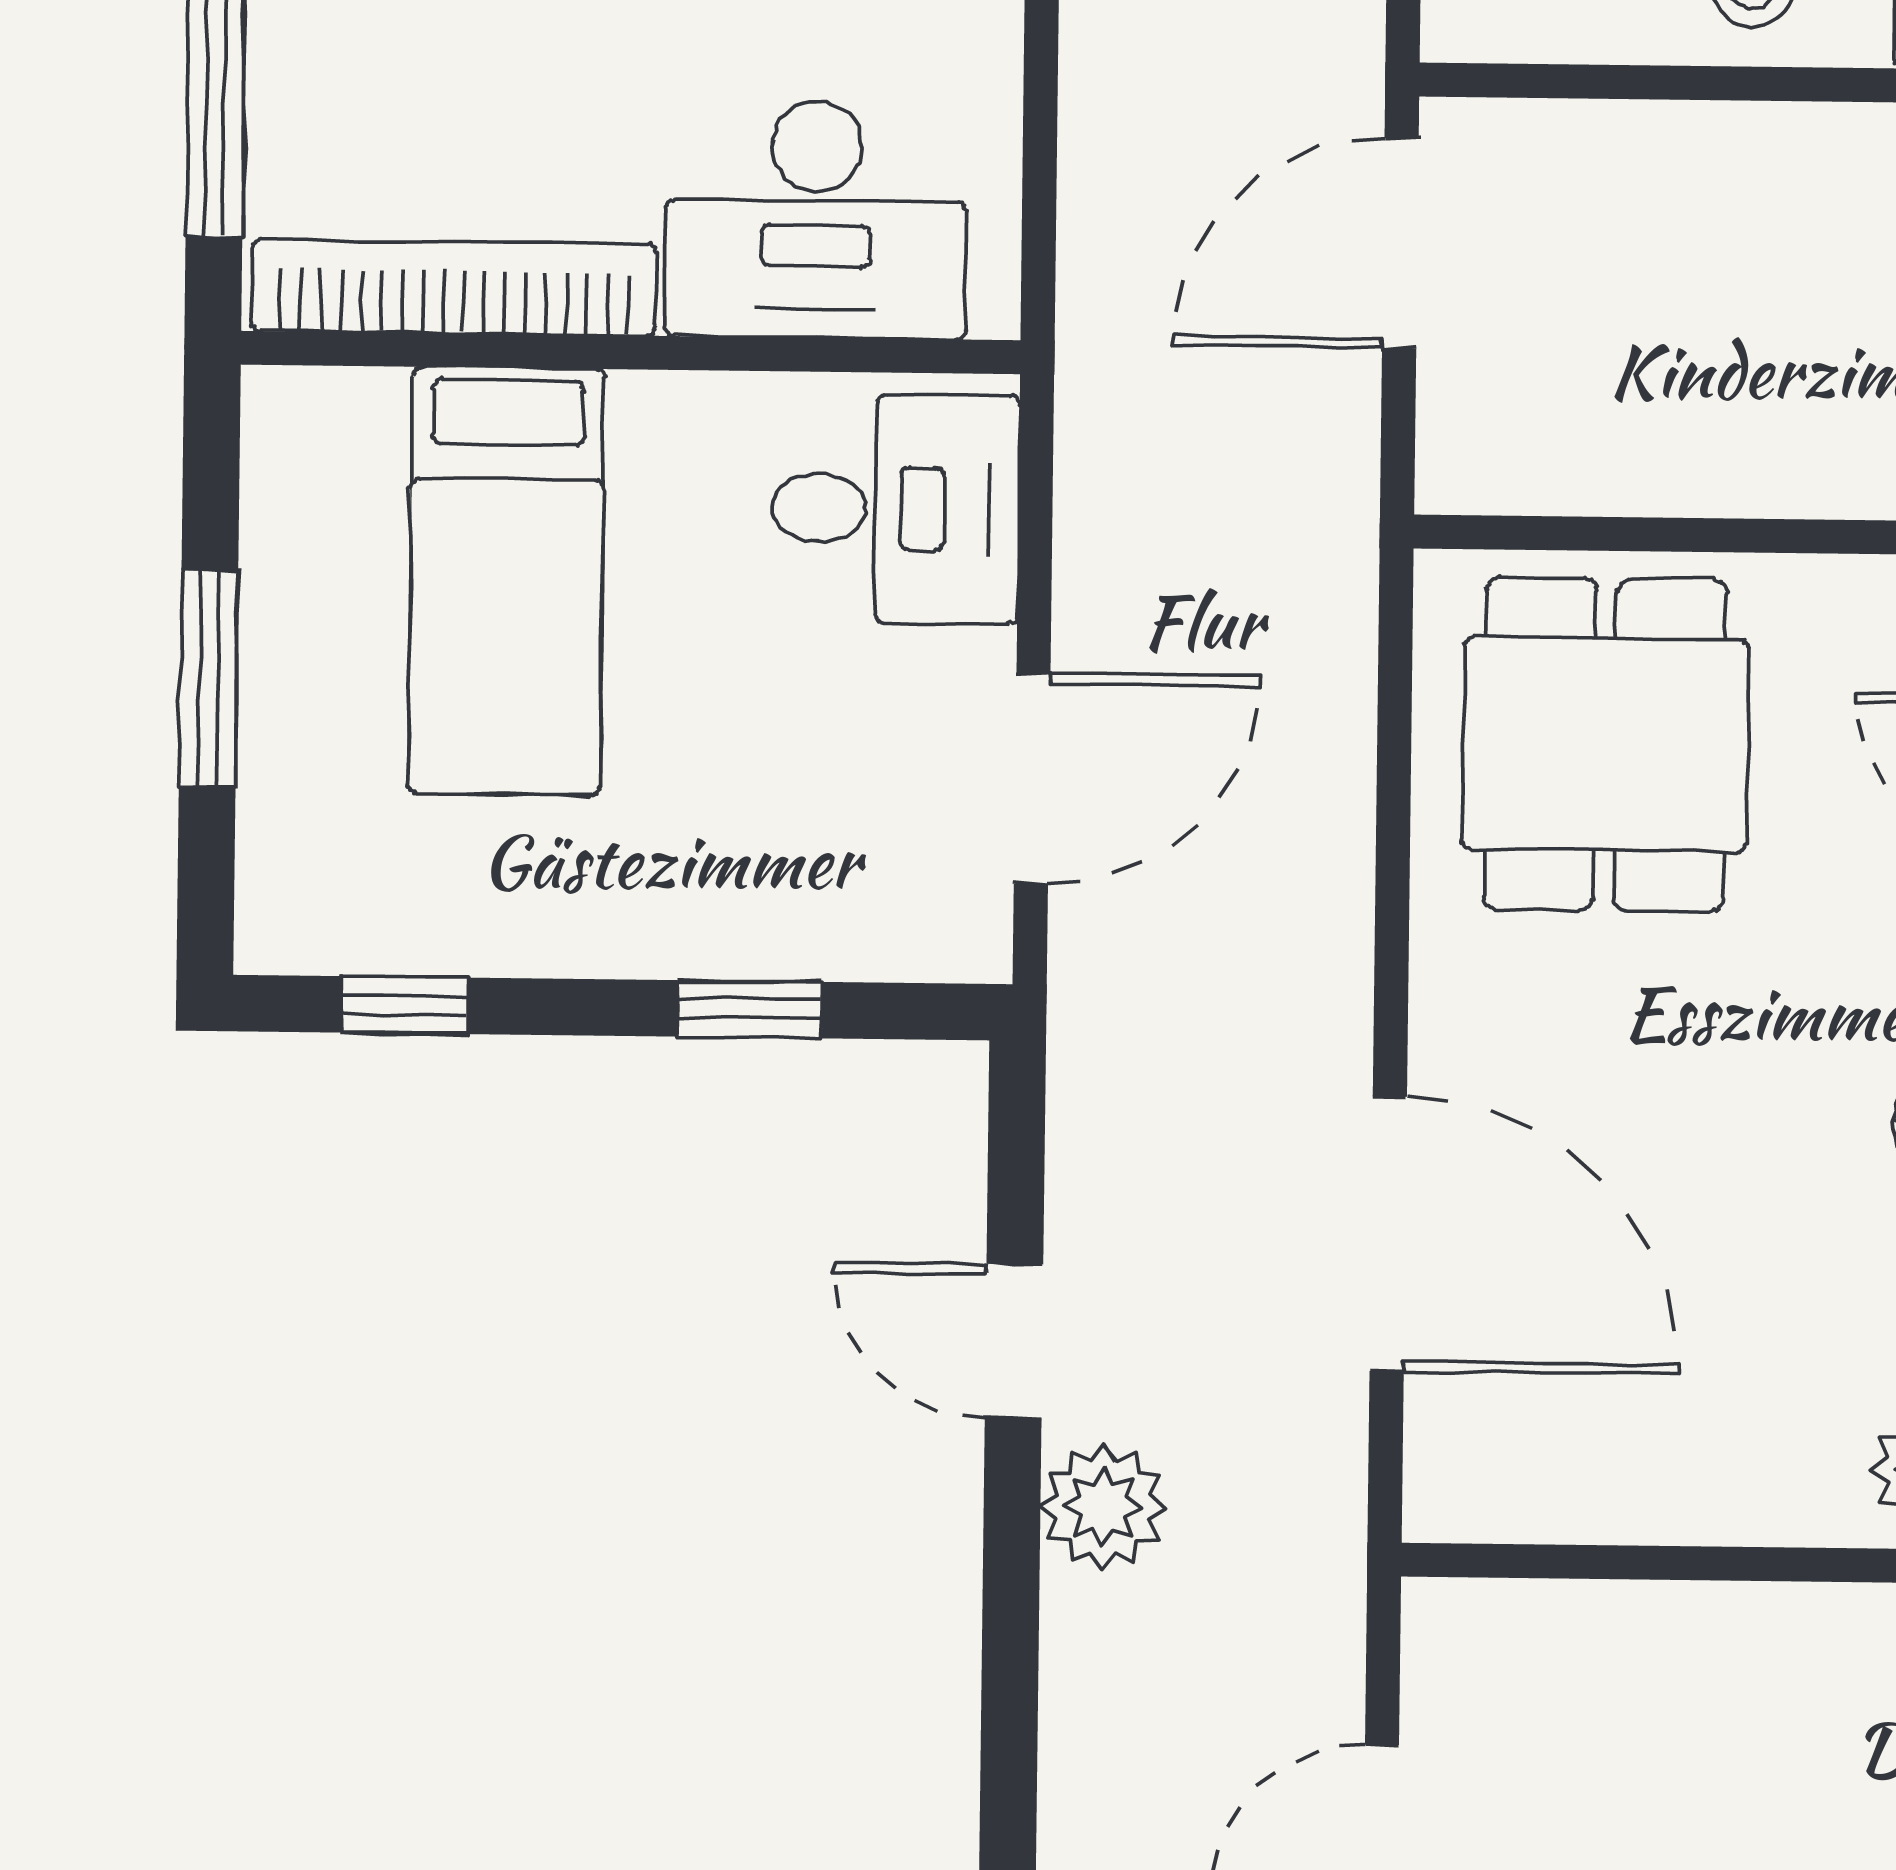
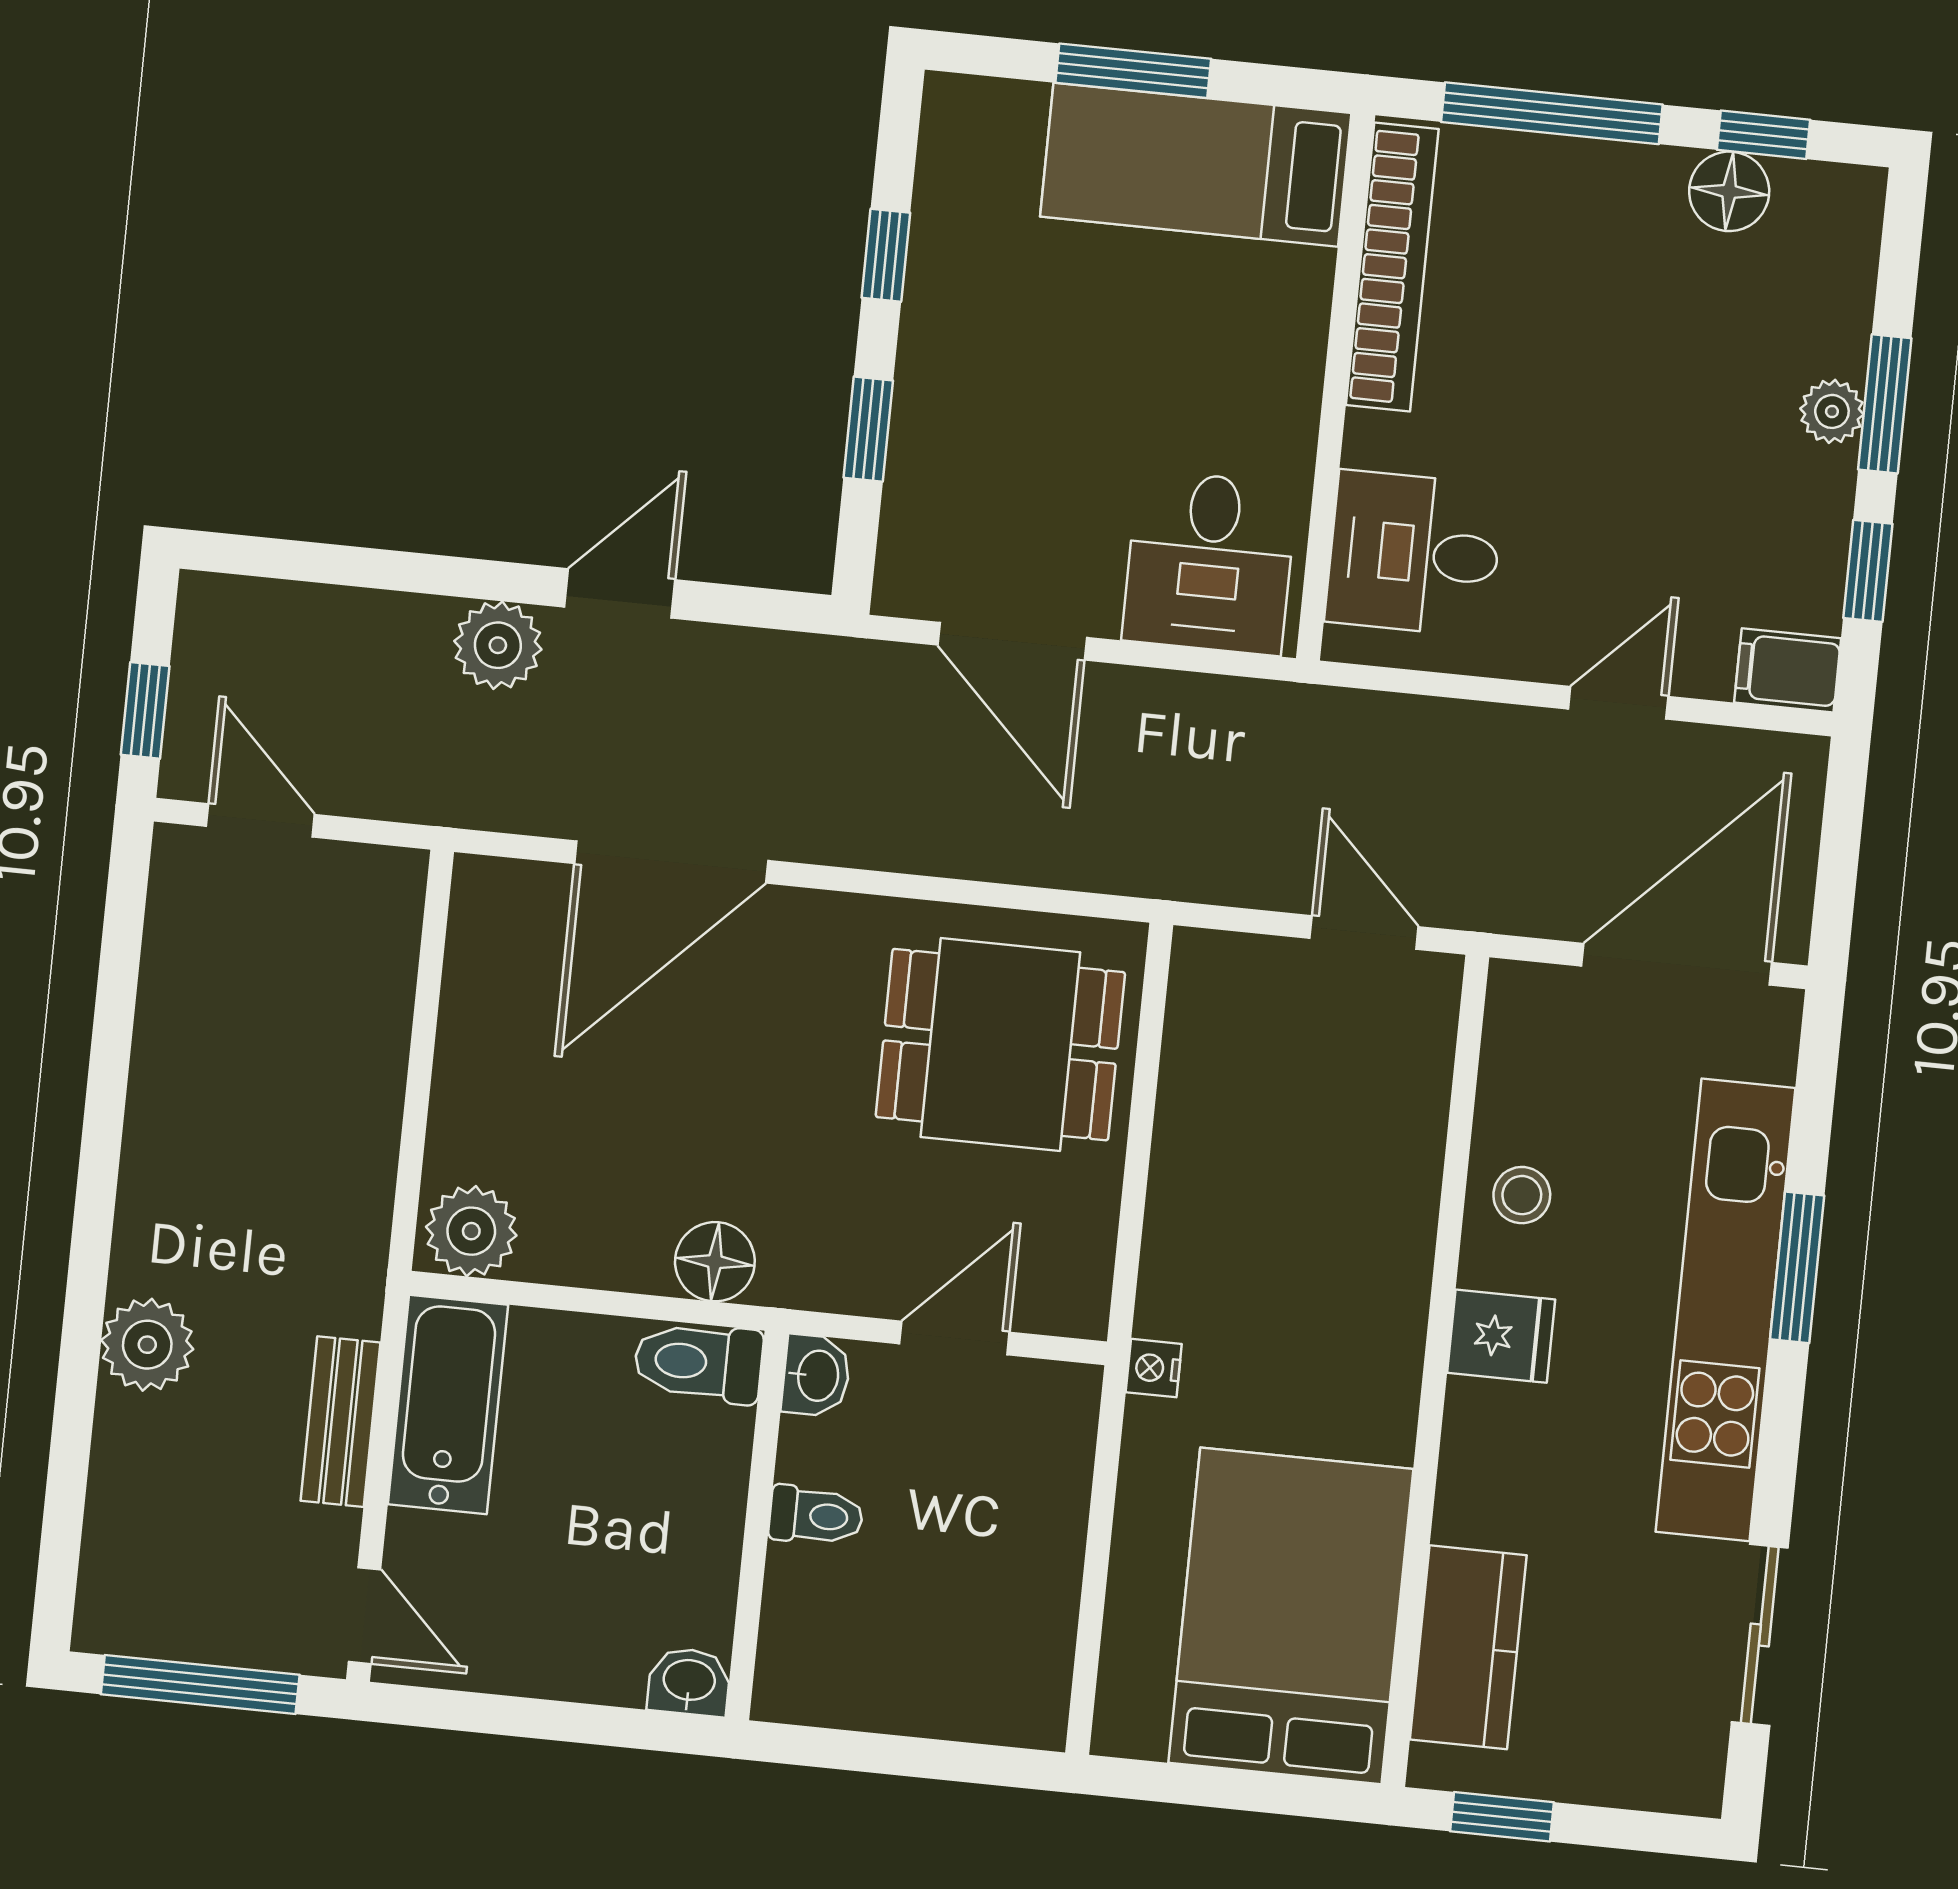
desk: (816, 220) -> (1414, 553), width x0.73
door: (1400, 243) -> (1364, 932), width x0.73
bed: (506, 581) -> (1196, 165), moved
window: (405, 1005) -> (886, 255), moved

